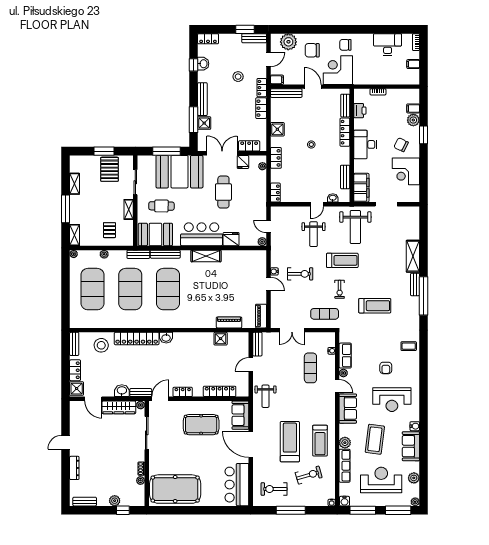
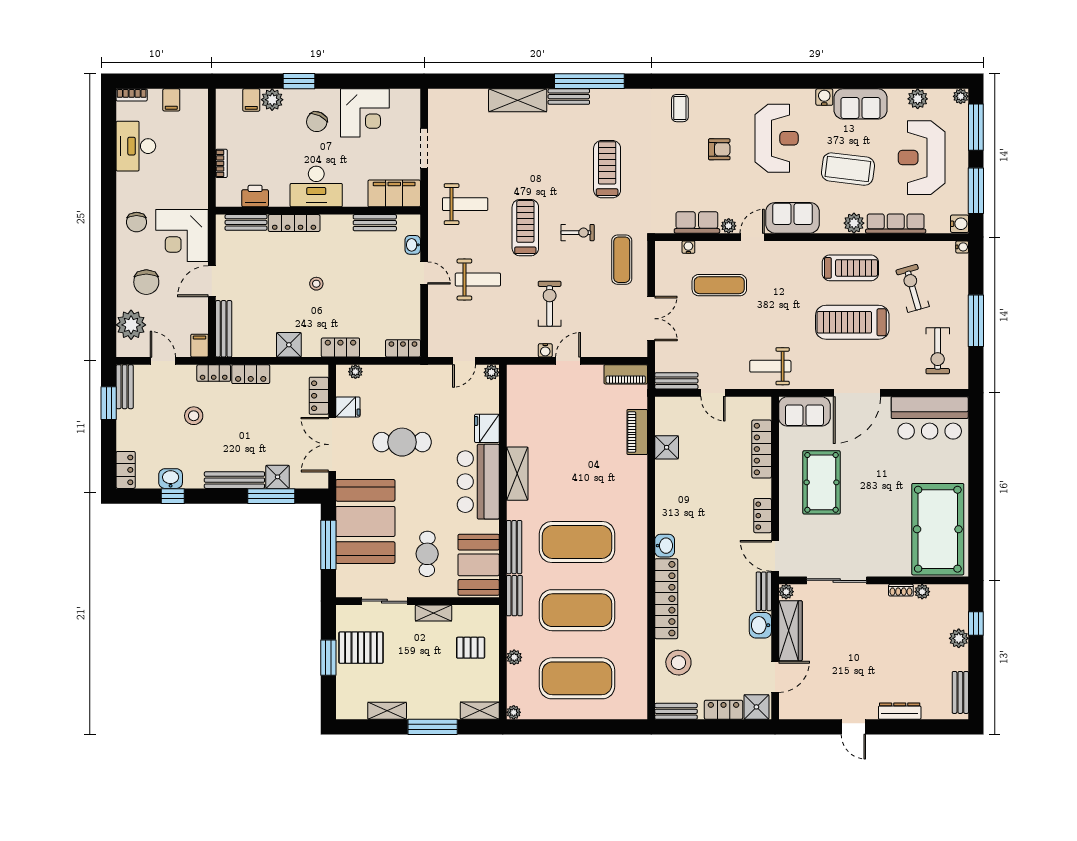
weight bench: (355, 227) -> (465, 204), width x0.73, depth x0.75
weight bench: (266, 396) -> (770, 366), turned 180

